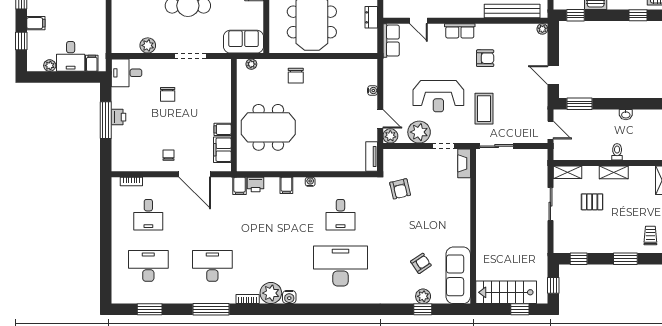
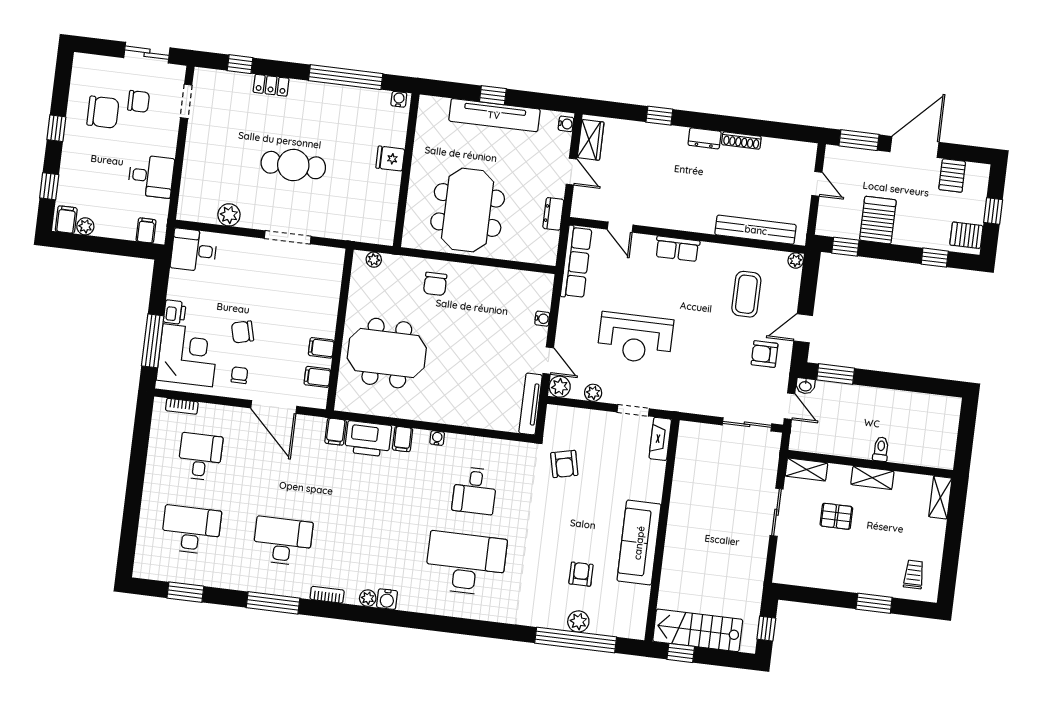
filing cabinet: (36, 23) -> (66, 220), moved, turned -90
row of seats: (391, 41) -> (576, 262), width x1.48
sofa: (243, 42) -> (366, 226), removed
desk: (71, 56) -> (151, 176), moved, turned -90
armchair: (485, 58) -> (764, 354), moved, turned 180
door: (553, 75) -> (803, 328), hinge flipped
chair: (168, 94) -> (243, 332), moved, turned 76
coffee table: (484, 109) -> (746, 294), moved
washbasin: (626, 115) -> (805, 386), moved
window: (106, 120) -> (153, 341), moved
plant: (419, 132) -> (593, 393), width x0.53, depth x0.53
corner desk: (131, 146) -> (188, 355), added
sliding door: (497, 146) -> (747, 424), moved
filing cabinet: (222, 150) -> (317, 377), width x0.50
tv unit: (372, 156) -> (531, 404), width x1.41
printer: (256, 184) -> (368, 439), width x1.87, depth x1.48
desk: (148, 215) -> (200, 457), turned 180
window: (579, 259) -> (807, 595), removed
armchair: (421, 263) -> (581, 574), turned -56
sofa: (458, 275) -> (639, 543), moved
plant: (271, 293) -> (368, 598), width x0.53, depth x0.53
window: (423, 309) -> (576, 640), width x3.17
window: (520, 309) -> (681, 653), moved

